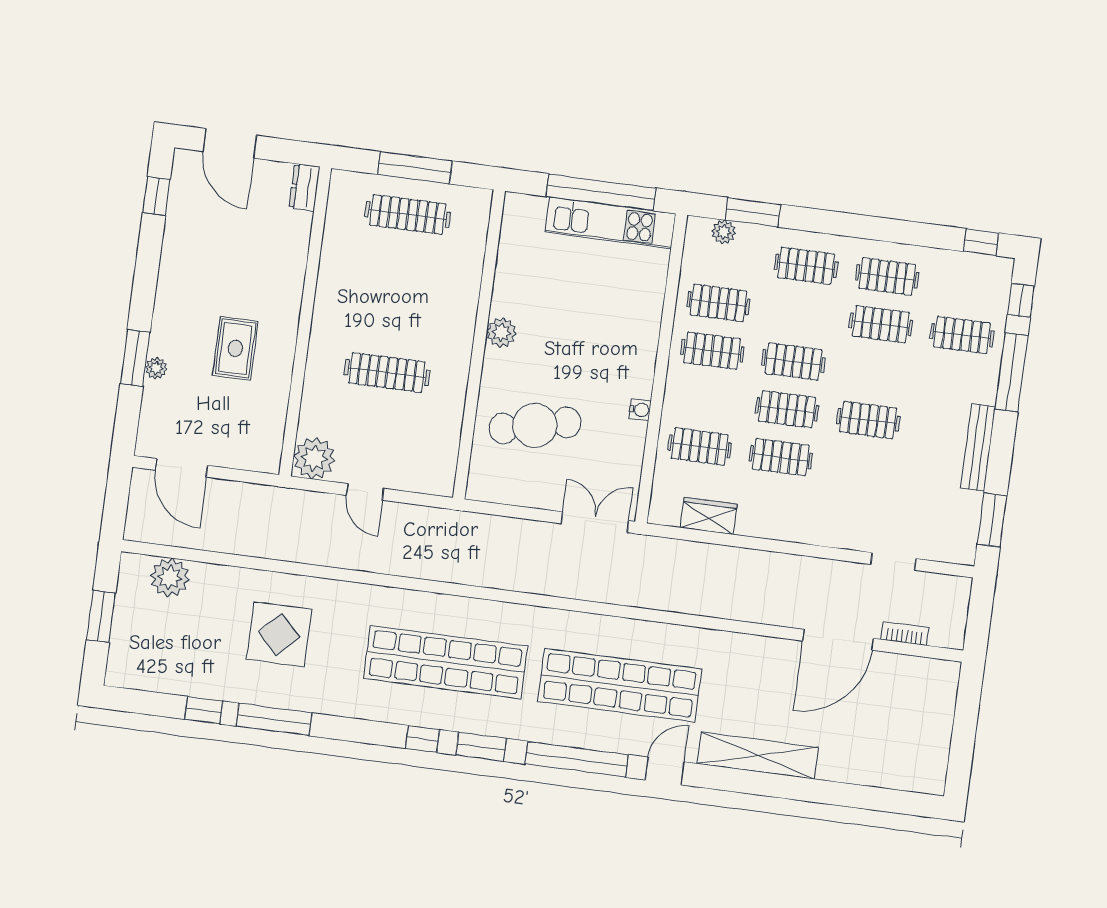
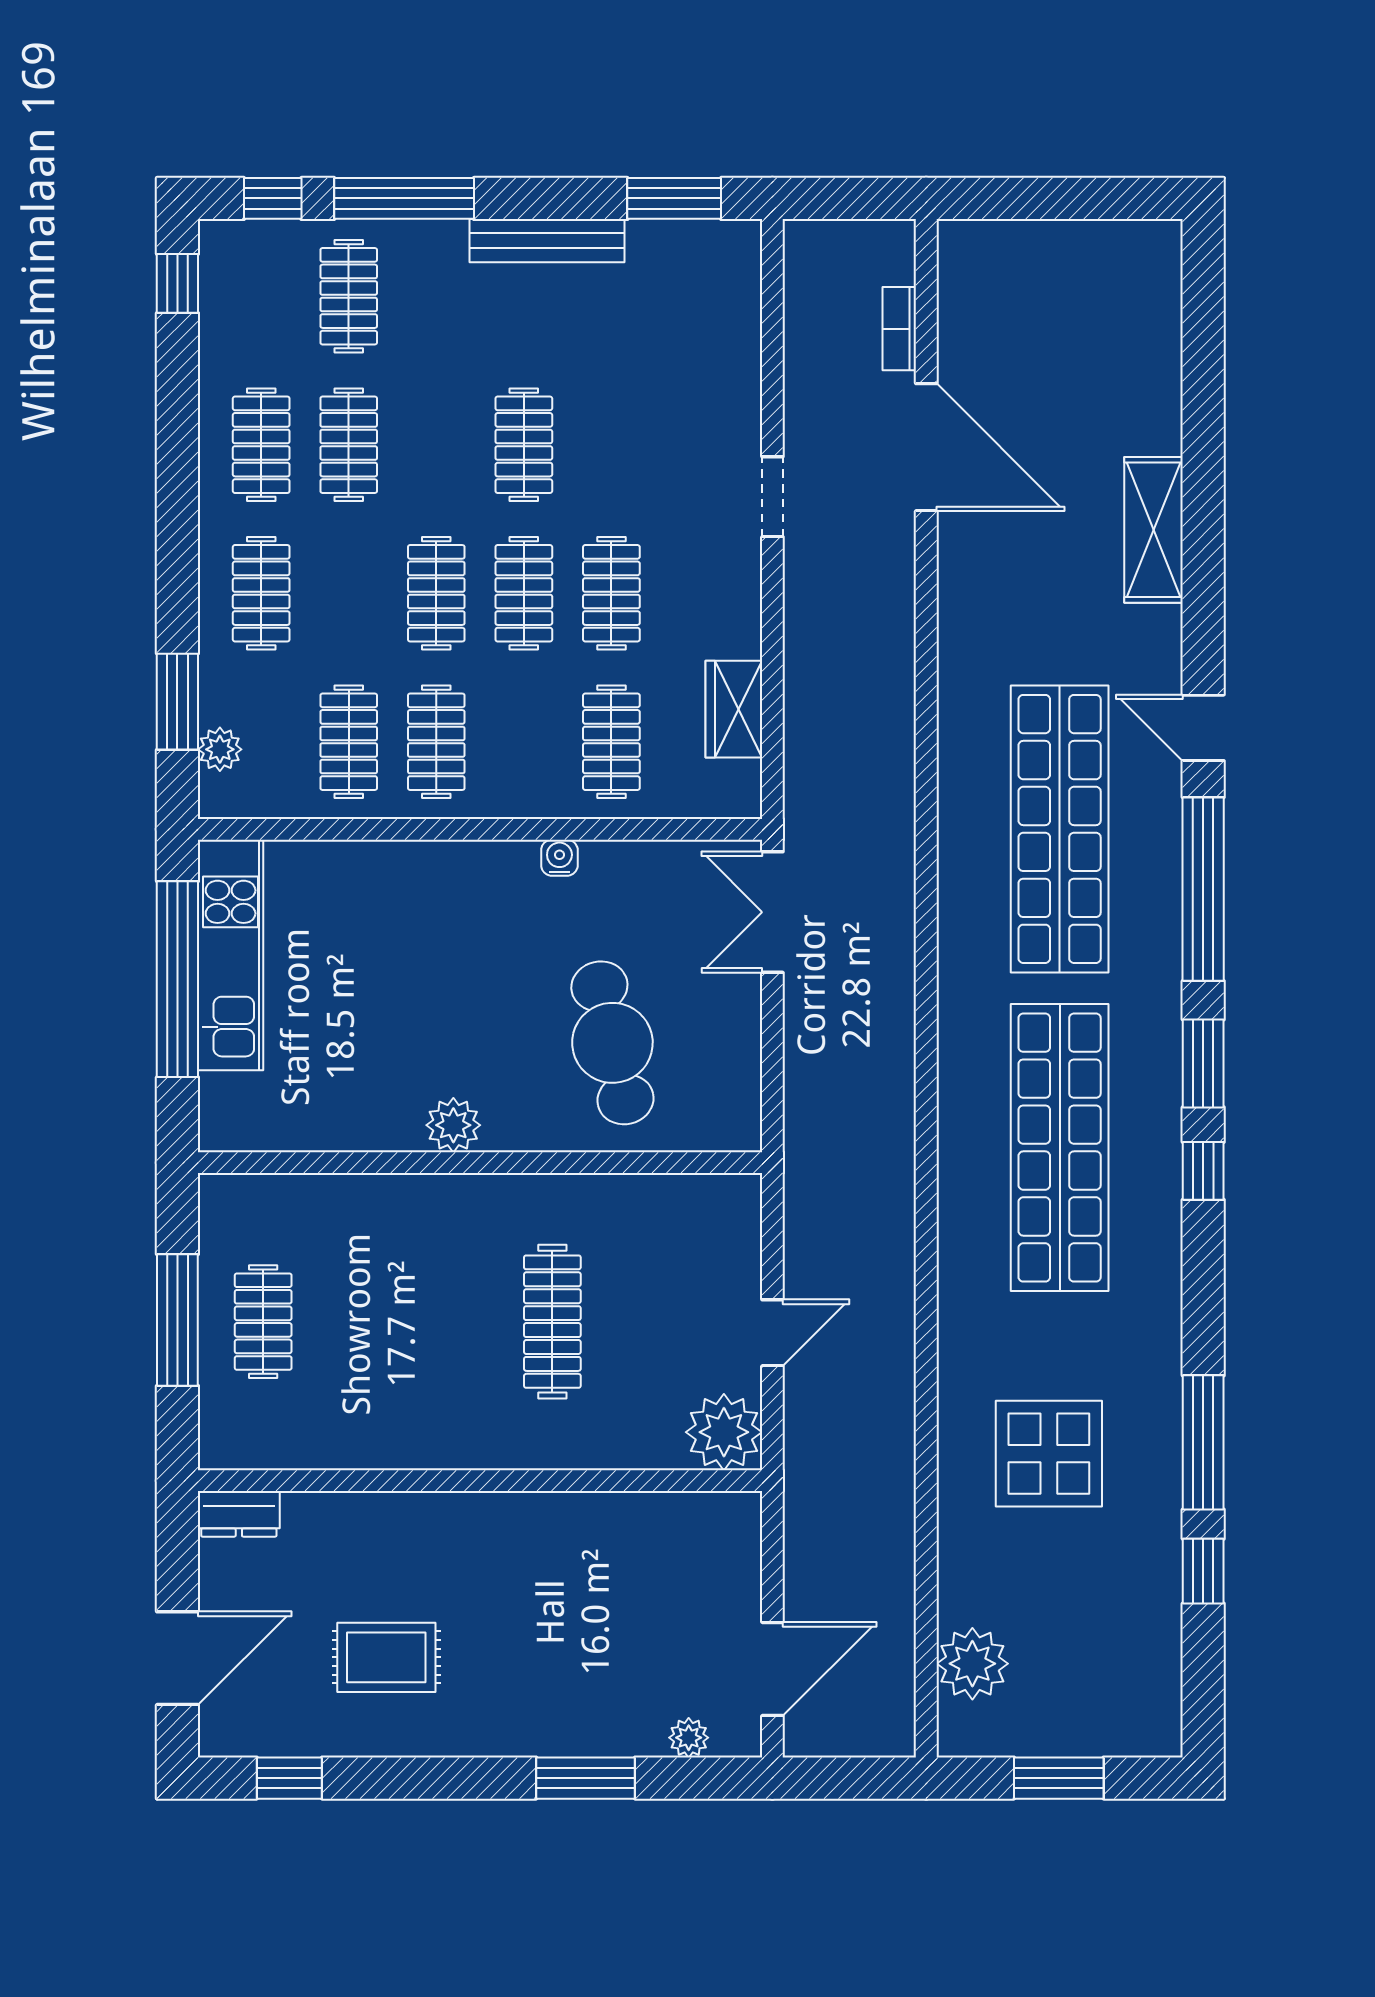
clothes rail: (408, 214) -> (263, 1322), width x0.73
rug: (235, 348) -> (386, 1657), moved
plant: (156, 368) -> (689, 1738), moved
doorway: (893, 561) -> (772, 497), moved
shelving: (758, 756) -> (1153, 530), width x0.68

